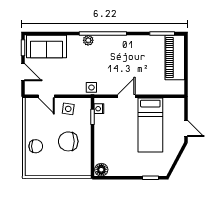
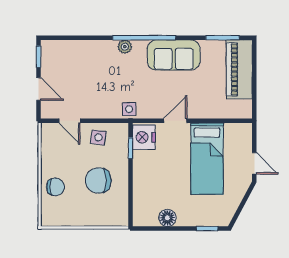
sofa: (47, 47) -> (174, 55), moved
nightstand: (99, 109) -> (144, 137), width x1.89, depth x1.79
floor lamp: (101, 170) -> (167, 218), moved

